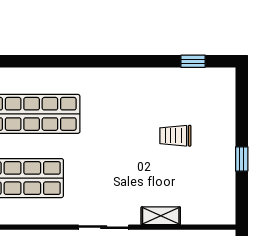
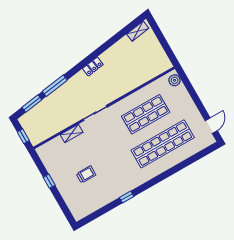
window: (193, 61) -> (127, 197), moved

